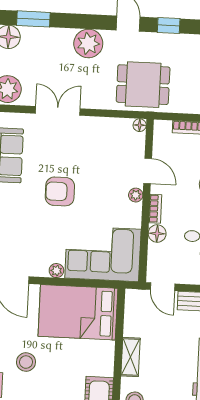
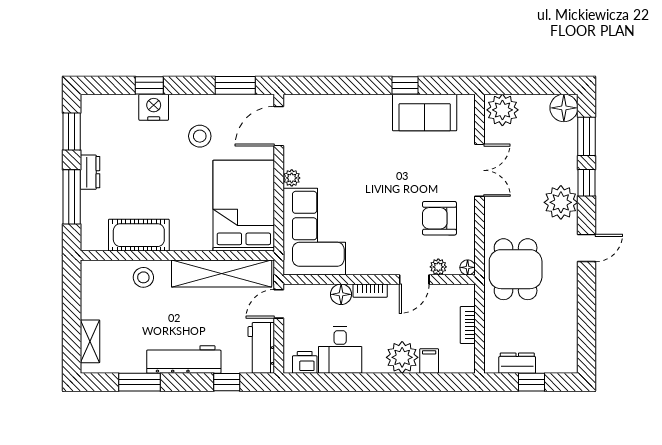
window: (169, 26) -> (587, 183), moved
armchair: (60, 191) -> (439, 218), moved, turned -90
plant: (136, 195) -> (438, 267), moved
shelving: (131, 357) -> (222, 273), width x2.20, depth x1.33
stool: (26, 362) -> (200, 136), moved

